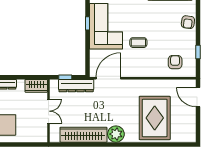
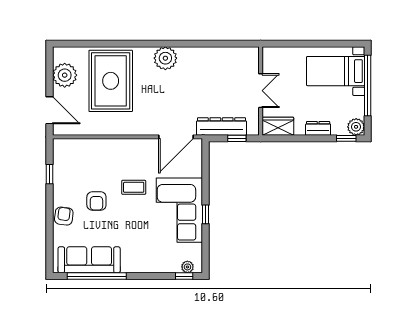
armchair: (175, 62) -> (96, 201), moved
double door: (48, 111) -> (261, 91), swing flipped
plant: (187, 122) -> (65, 75), added
wardrobe: (83, 135) -> (211, 57), removed

